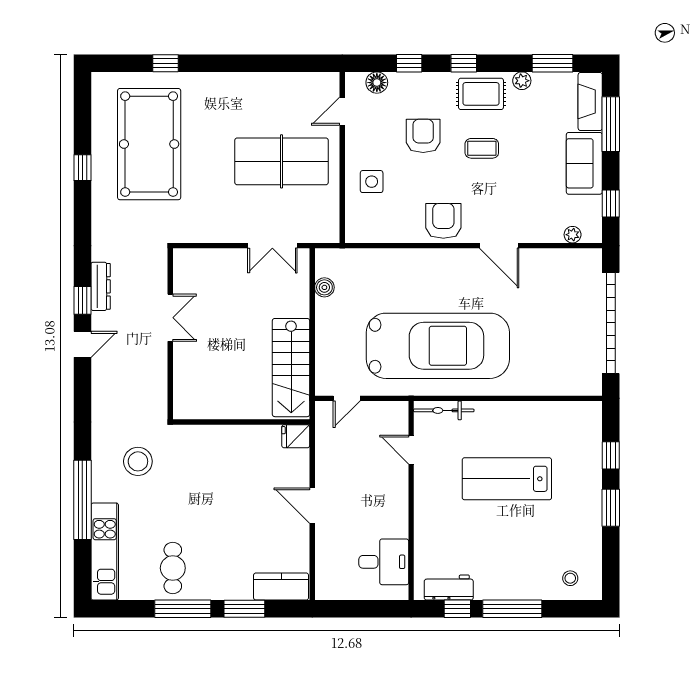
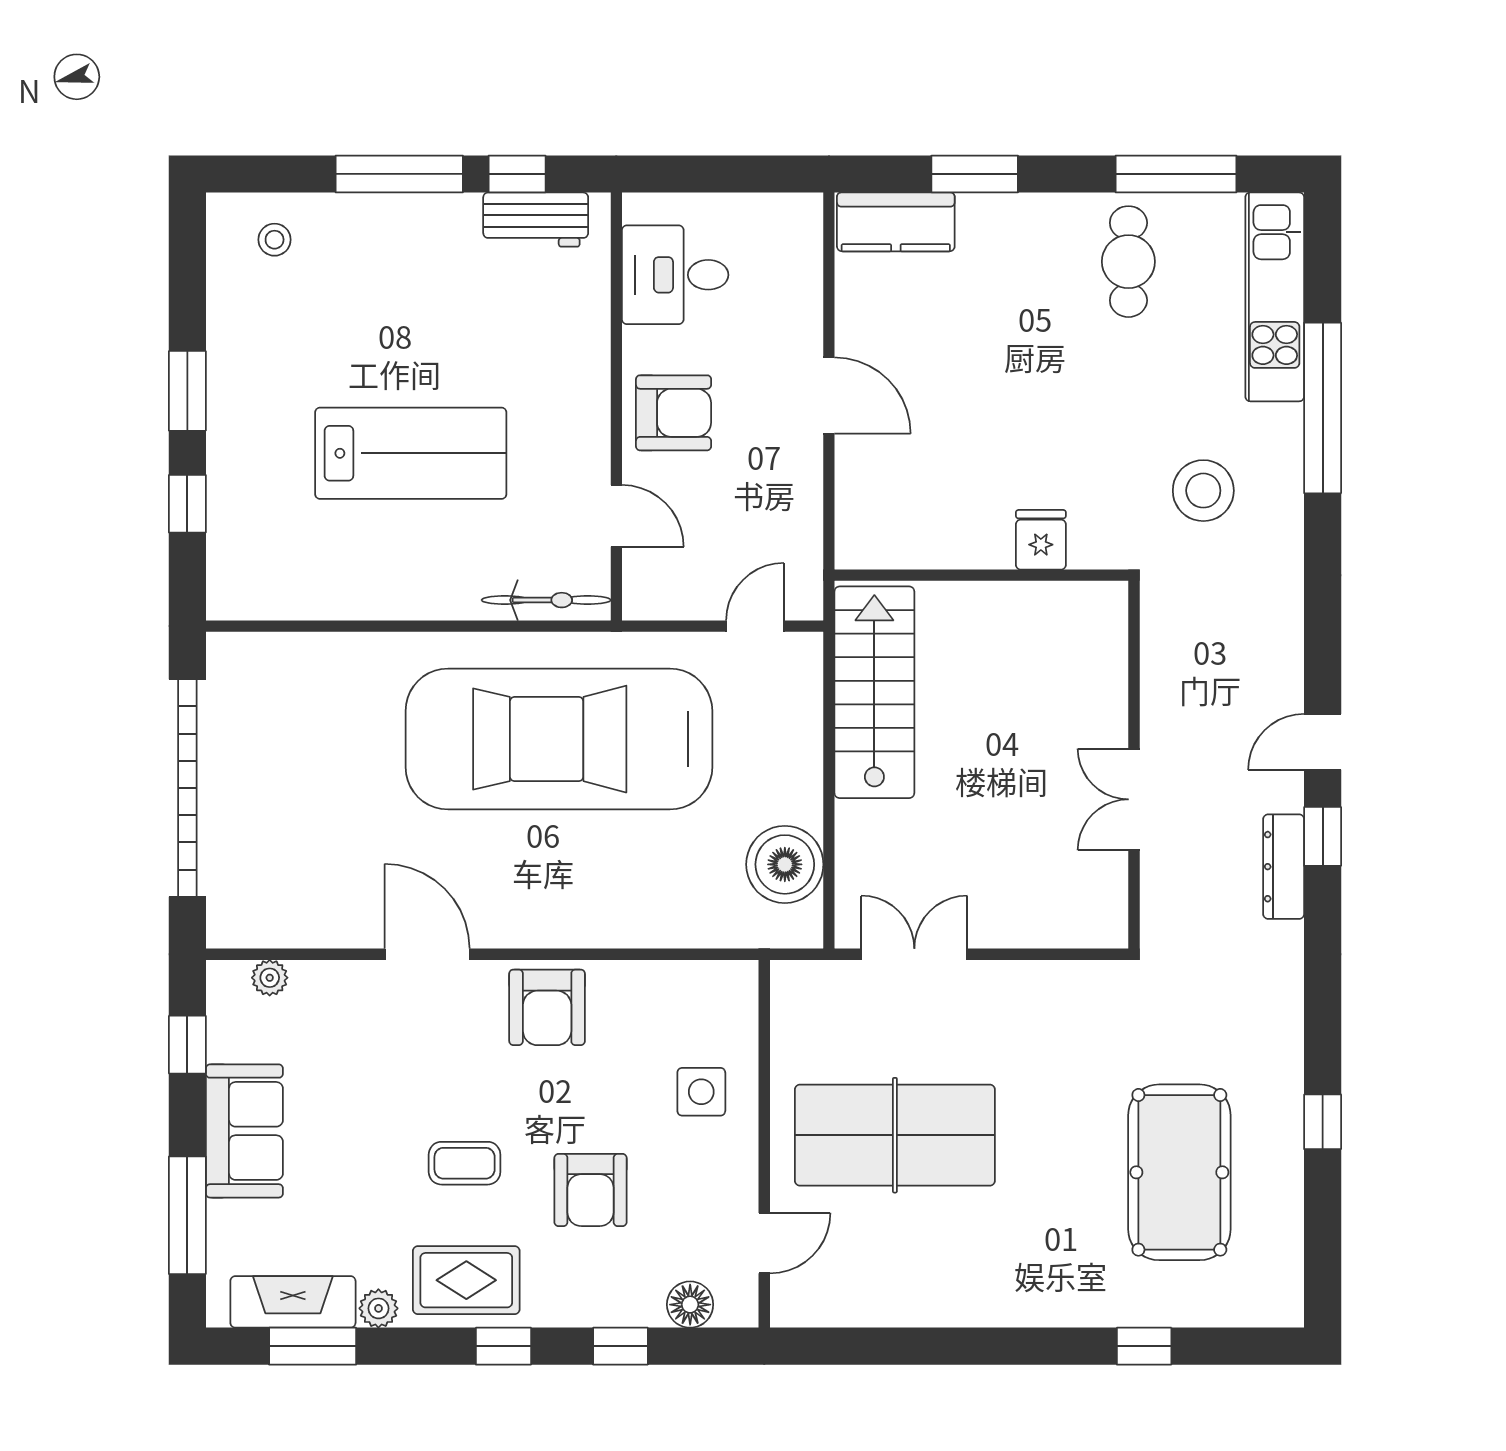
fireplace: (590, 101) -> (293, 1302), moved, turned -90
pool table: (149, 144) -> (1179, 1172), width x0.73, depth x0.76
boiler: (324, 287) -> (785, 864), width x1.86, depth x1.86
fridge: (296, 436) -> (1041, 540), moved, turned -90
armchair: (385, 498) -> (674, 413), added
window: (183, 609) -> (1176, 174), moved

